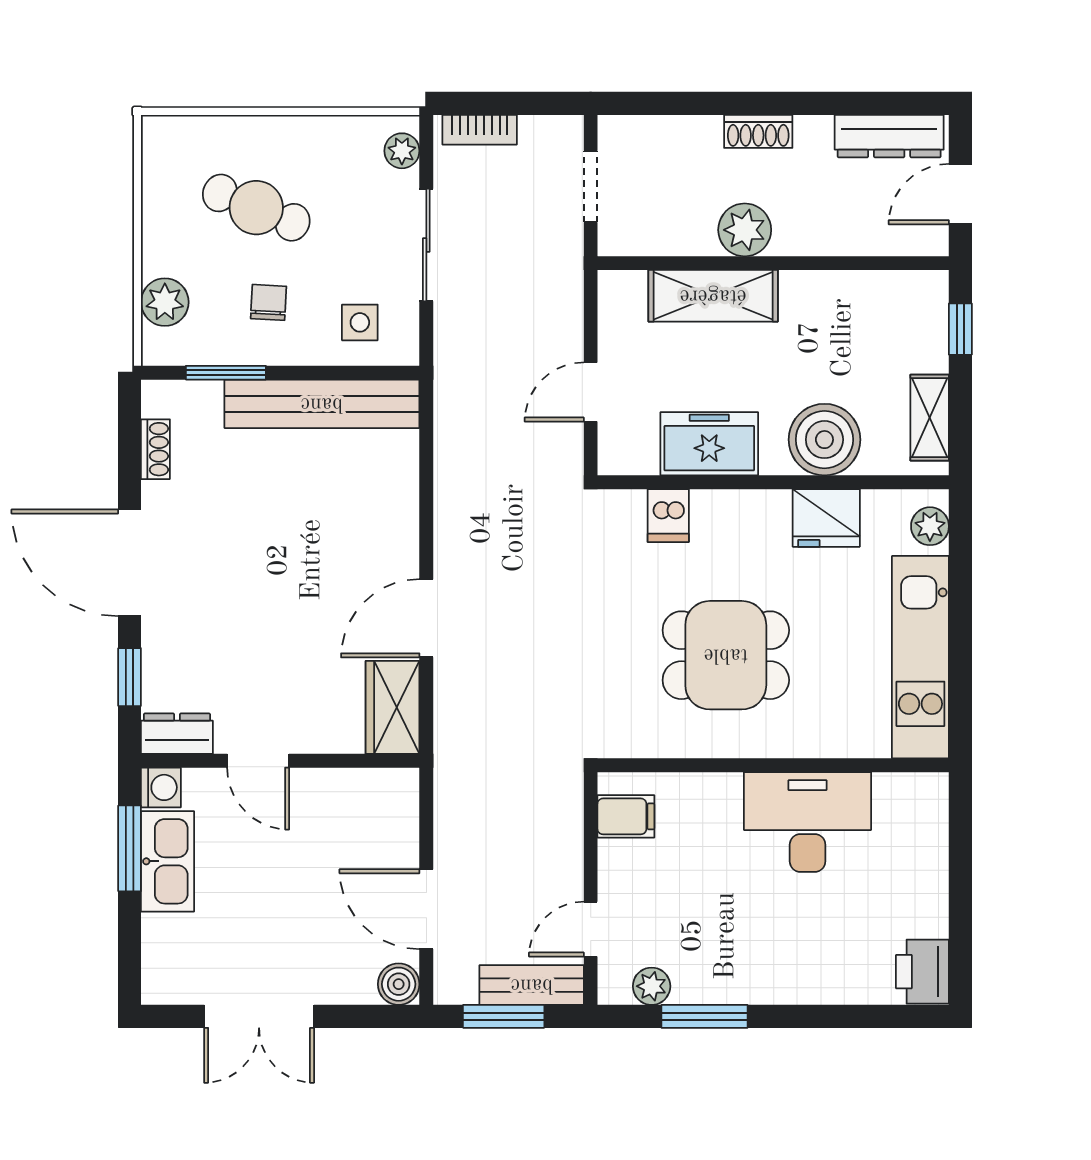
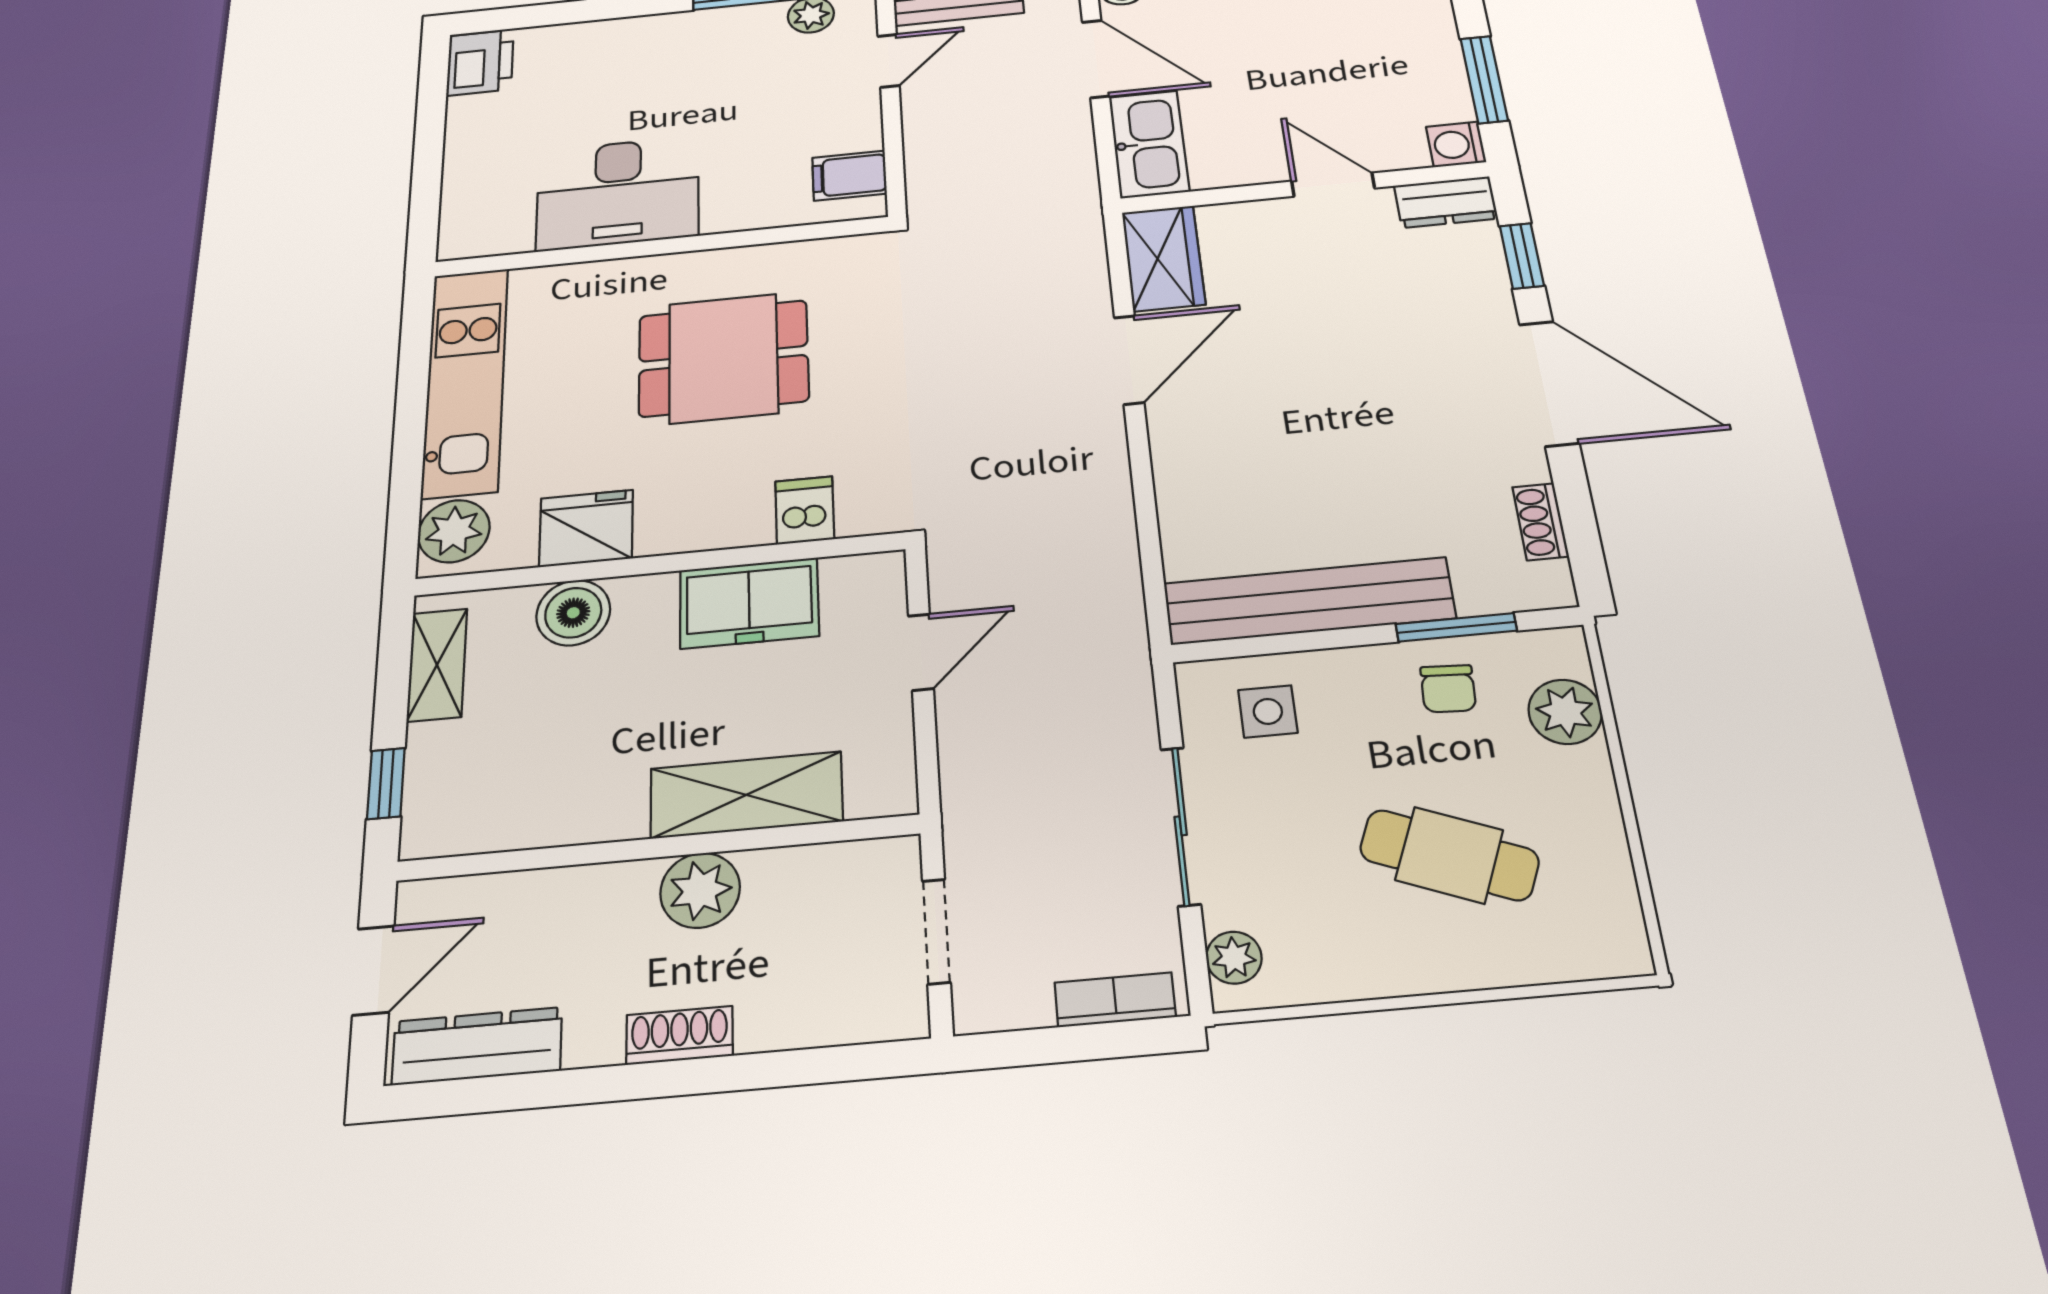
chair: (268, 302) -> (1448, 689), moved
boiler: (824, 440) -> (573, 613), width x0.73, depth x0.73
plant: (930, 526) -> (454, 531), width x1.38, depth x1.38
kitchen sink: (167, 861) -> (1149, 144), moved, turned 180

